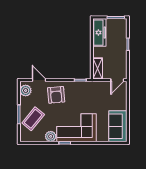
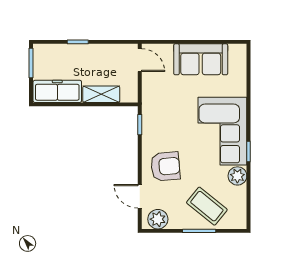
shelving: (98, 68) -> (101, 94), moved
door: (39, 80) -> (140, 196), hinge flipped
sofa: (118, 126) -> (201, 59), moved

